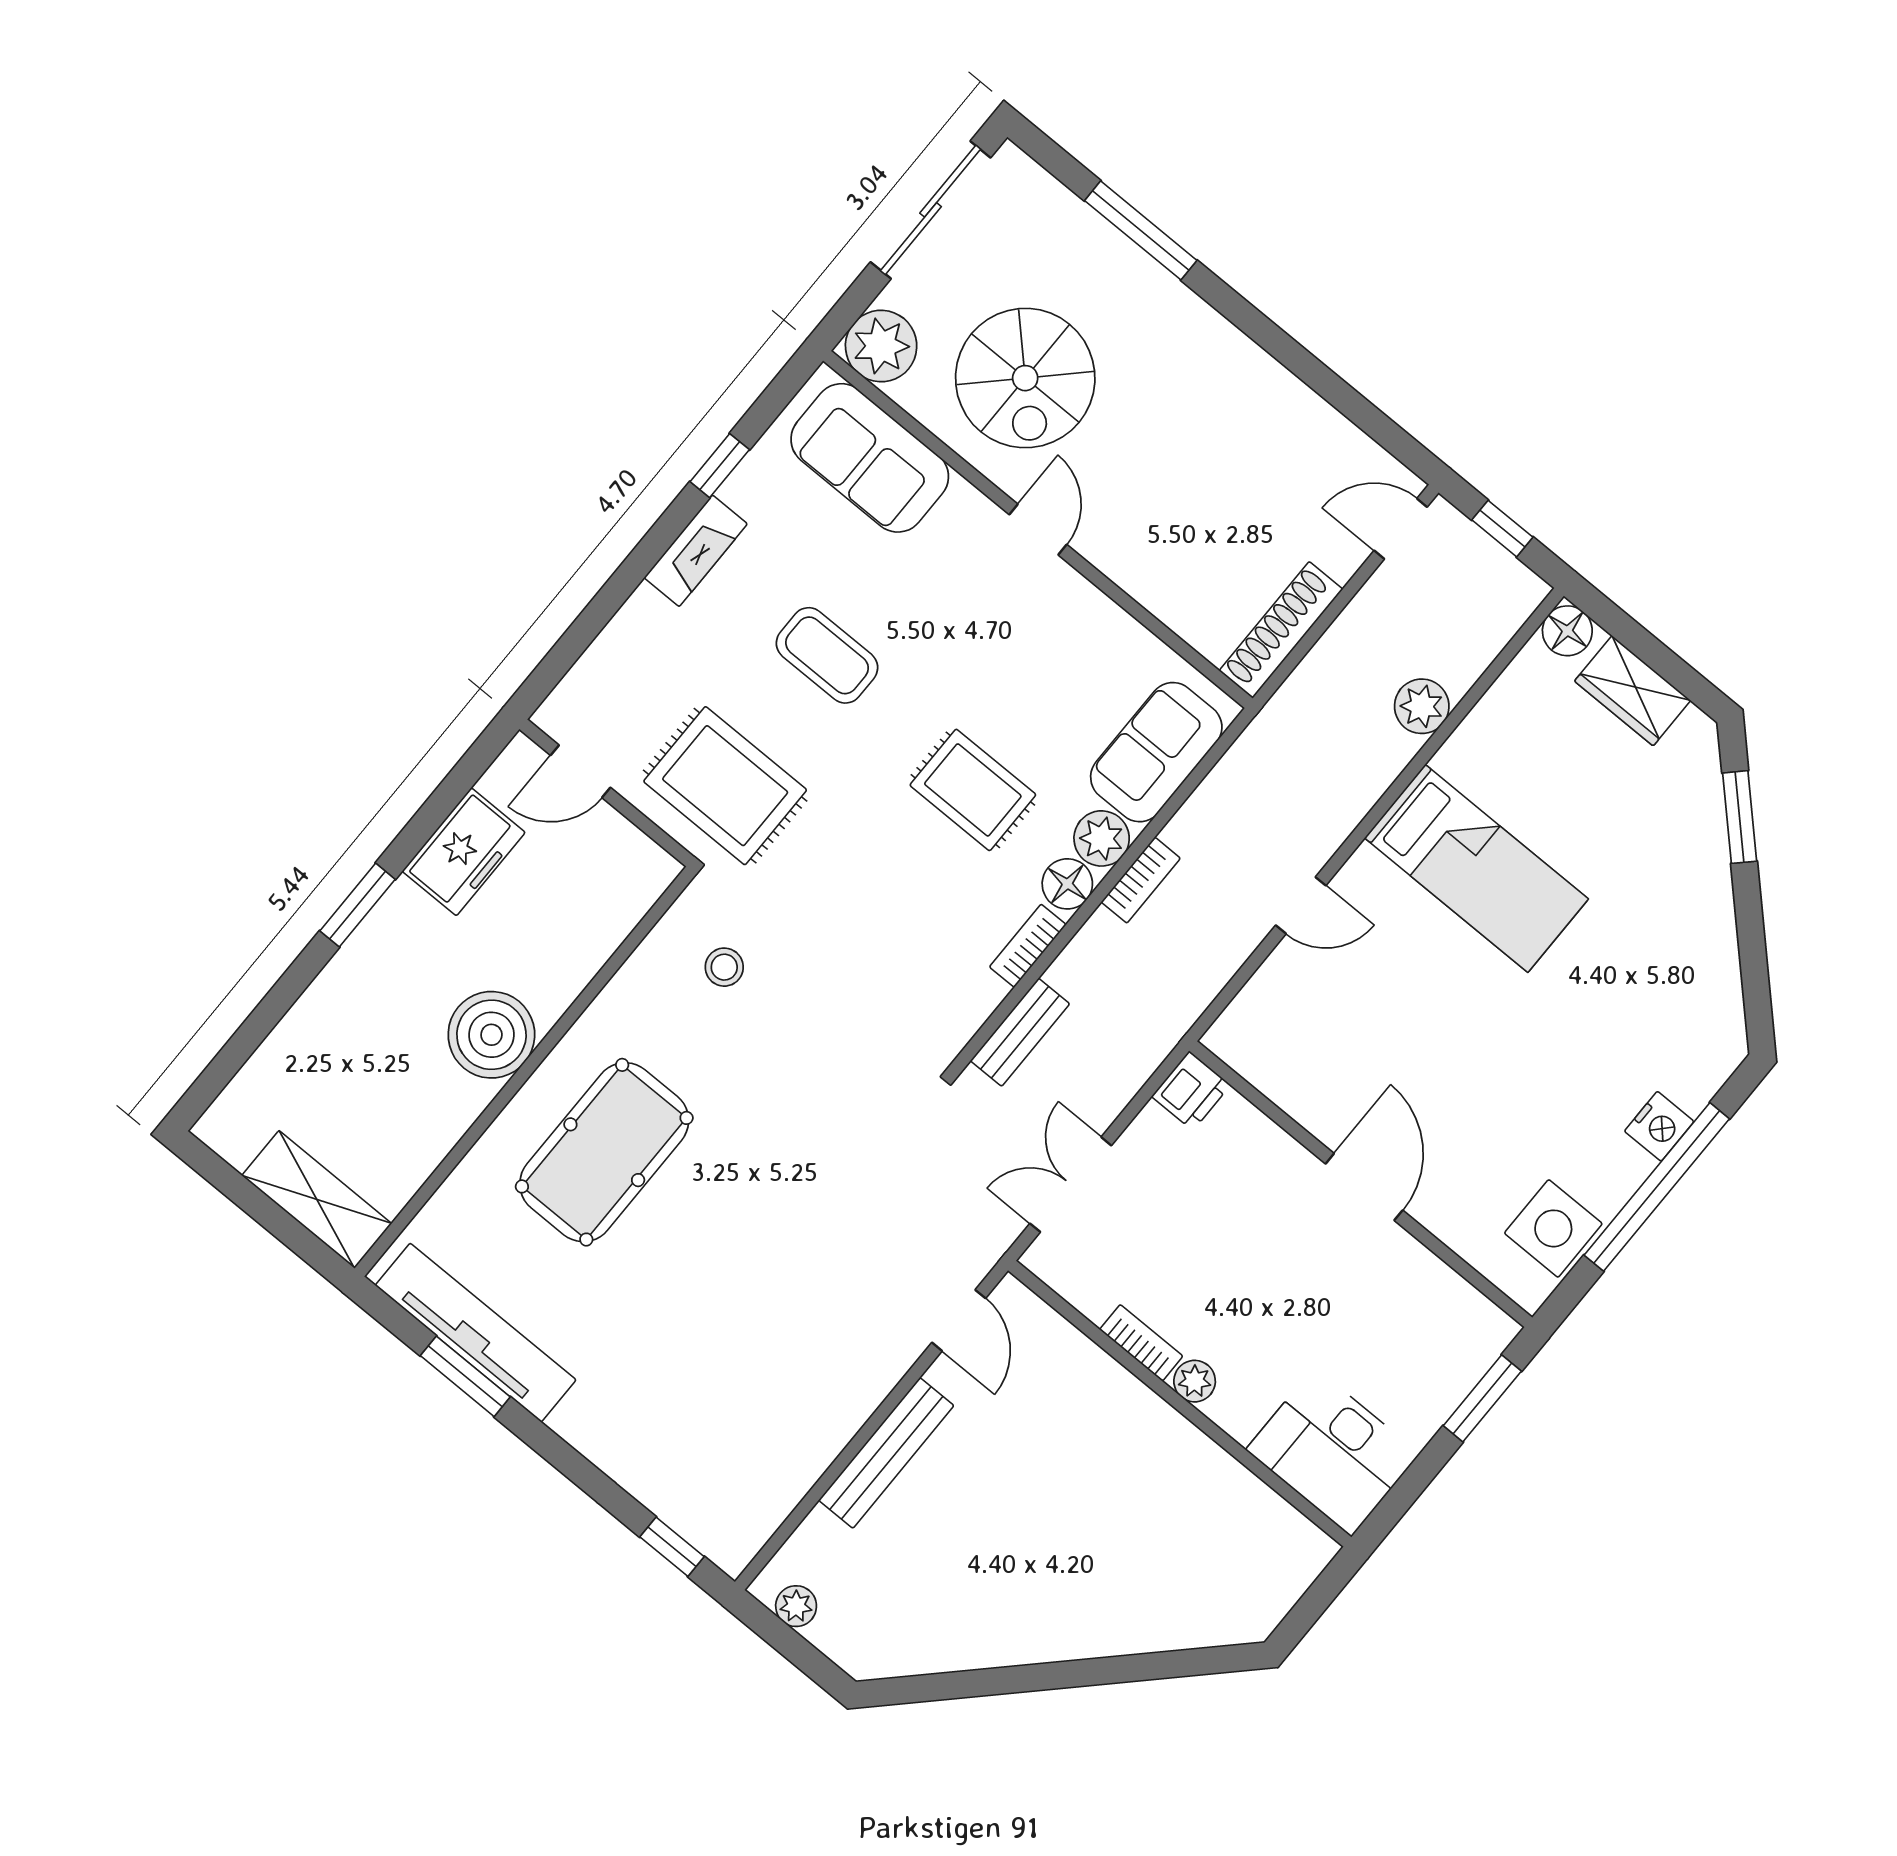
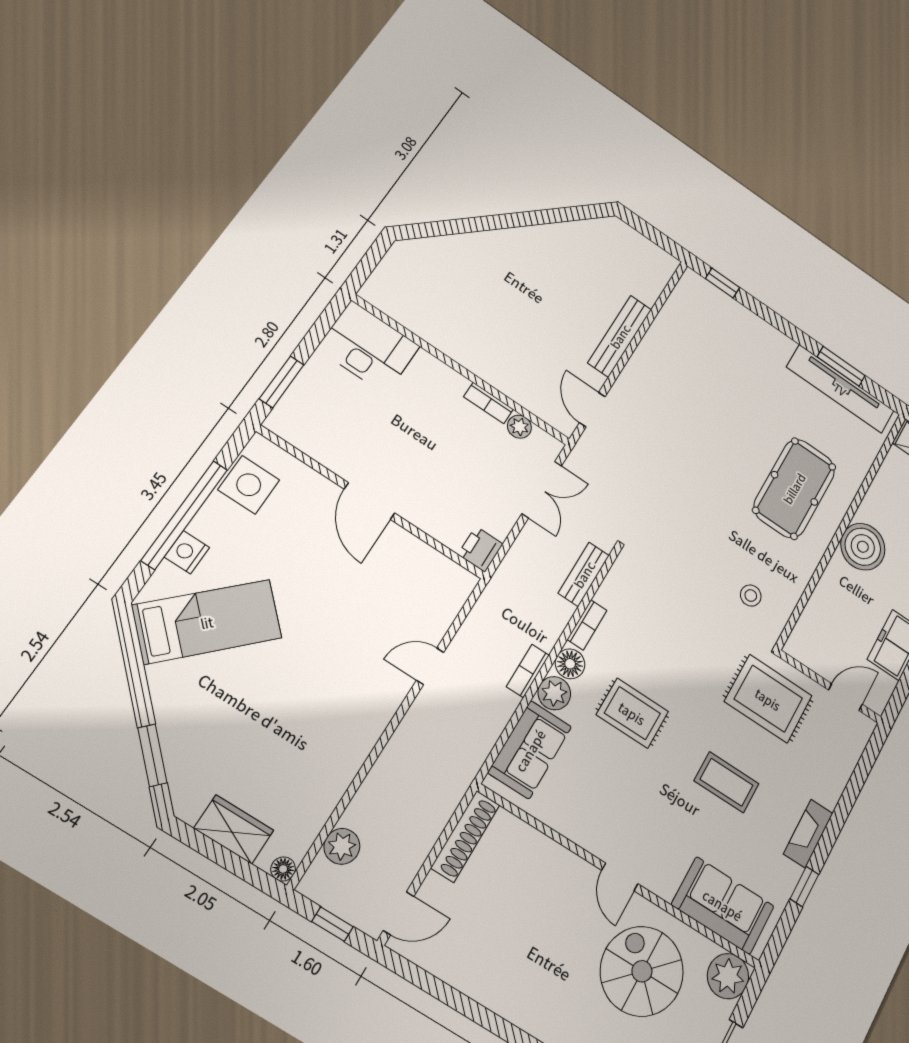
floor lamp: (1567, 631) -> (283, 869), width x0.73, depth x0.73
plant: (1422, 706) -> (342, 846), moved
bed: (1476, 868) -> (207, 622), moved, turned 135
plant: (1195, 1381) -> (519, 427), moved
plant: (796, 1606) -> (654, 254), removed

